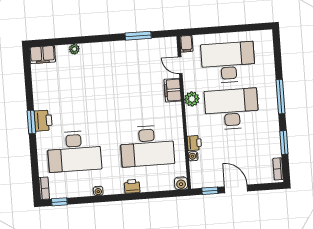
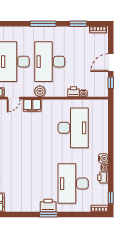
desk: (74, 151) -> (73, 184), turned 180
water cooler: (181, 183) -> (103, 158), moved
printer: (132, 186) -> (103, 178), moved

